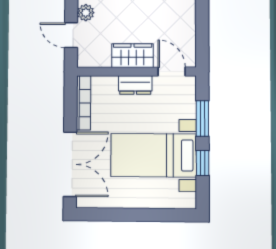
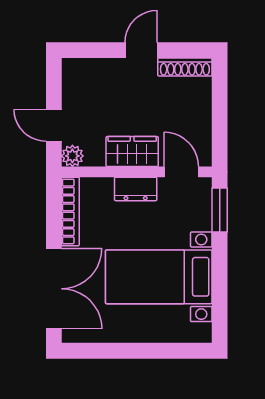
plant: (86, 13) -> (72, 156), moved
window: (202, 118) -> (220, 210), moved
window: (203, 163) -> (220, 286), removed

